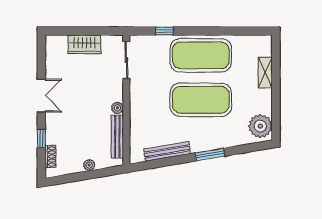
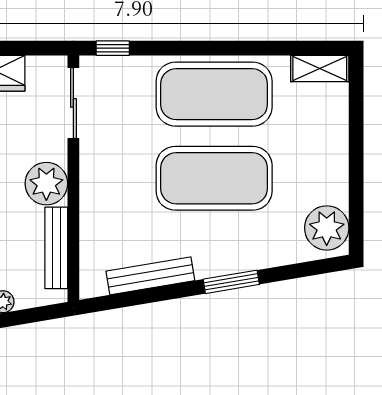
window: (164, 31) -> (113, 48), moved
shelving: (265, 73) -> (320, 69), moved, turned 90
plant: (117, 108) -> (46, 184), width x1.87, depth x1.87

